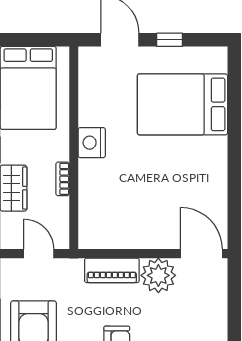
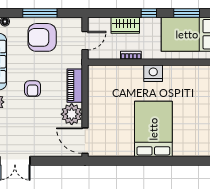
bed: (182, 104) -> (153, 129), moved
door: (201, 254) -> (85, 141), swing flipped

